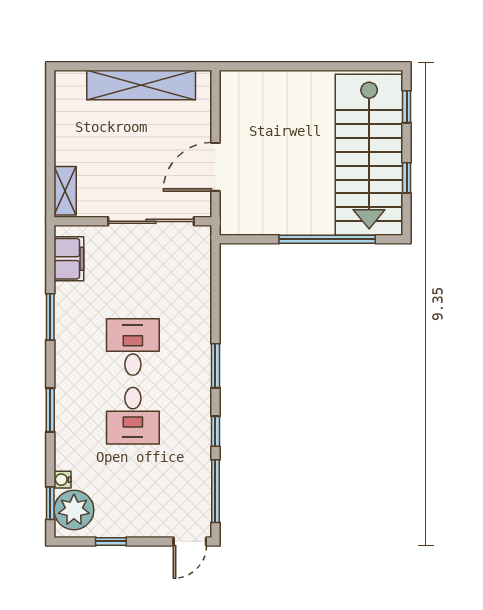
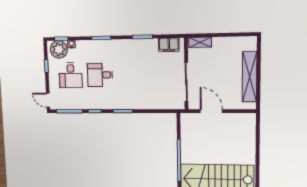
desk: (133, 347) -> (71, 75), moved, turned 90

